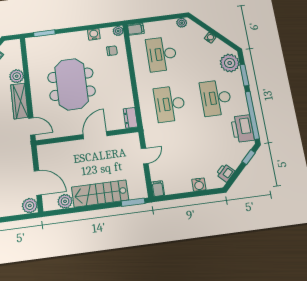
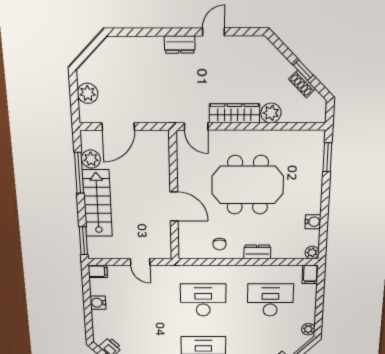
chair: (112, 51) -> (220, 244), moved
dresser: (130, 118) -> (257, 252), moved
door: (32, 126) -> (196, 126), hinge flipped
water cooler: (199, 185) -> (98, 303), moved
plant: (30, 206) -> (88, 93), moved
window: (77, 210) -> (79, 173), added

